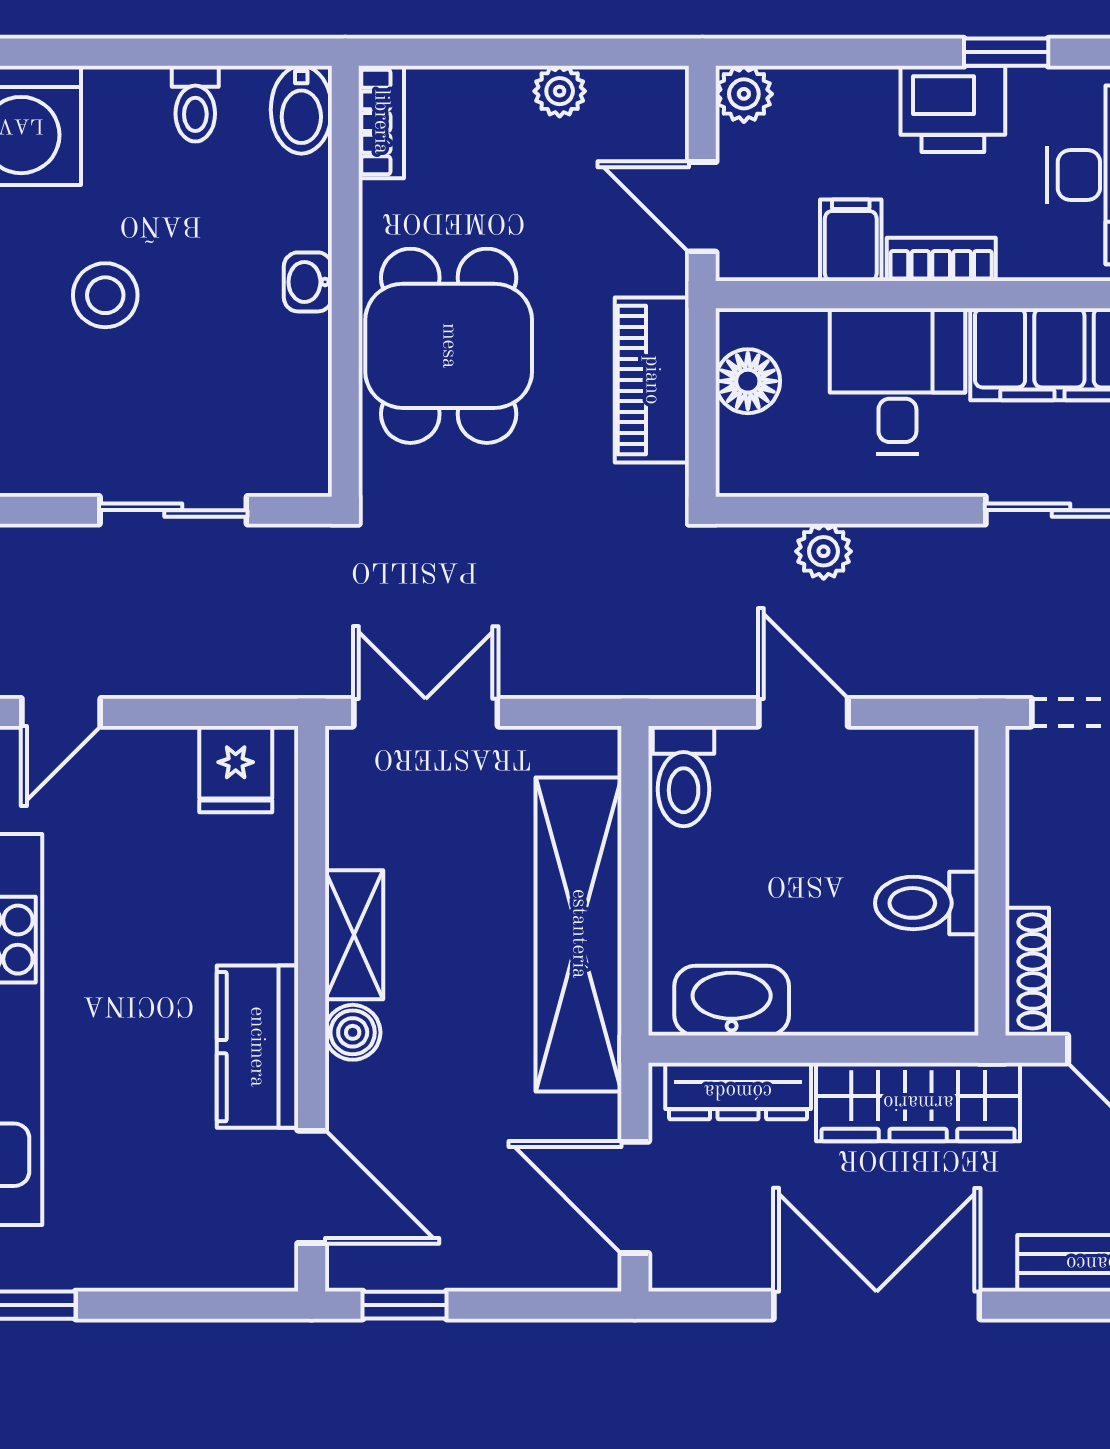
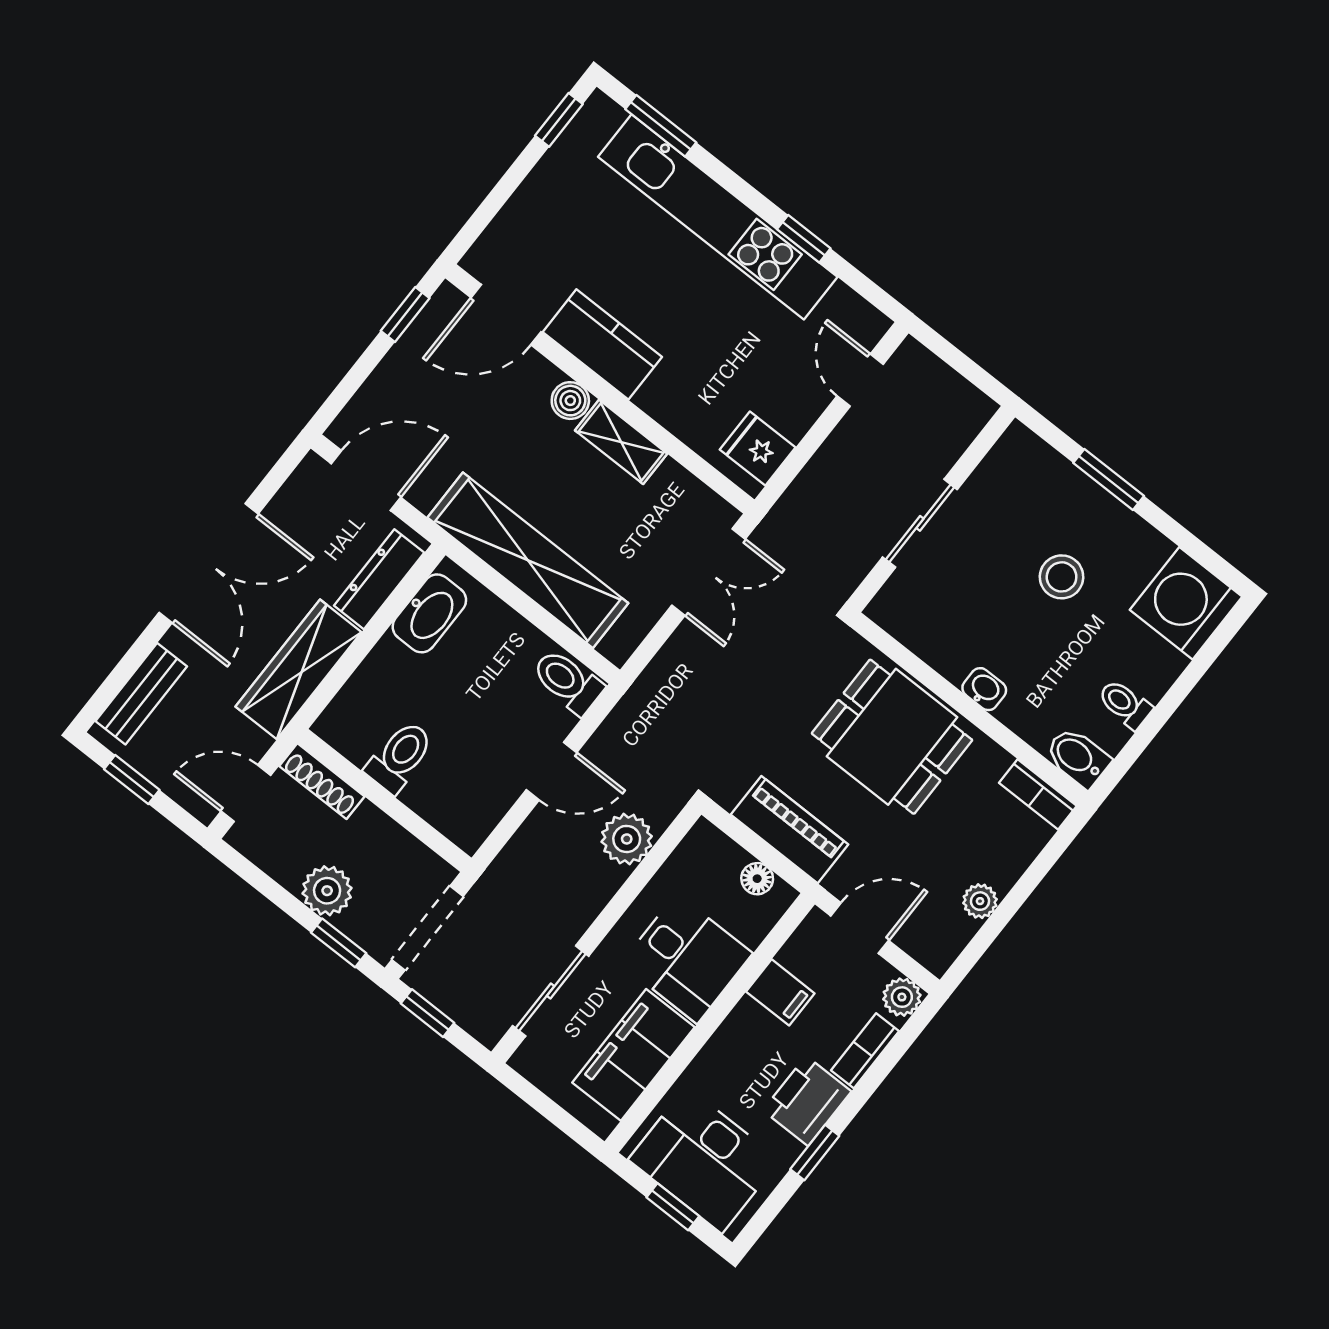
bookcase: (941, 259) -> (865, 1051), moved, turned 180
floor lamp: (748, 381) -> (757, 879), width x0.73, depth x0.73
plant: (824, 551) -> (627, 839), width x1.38, depth x1.38

